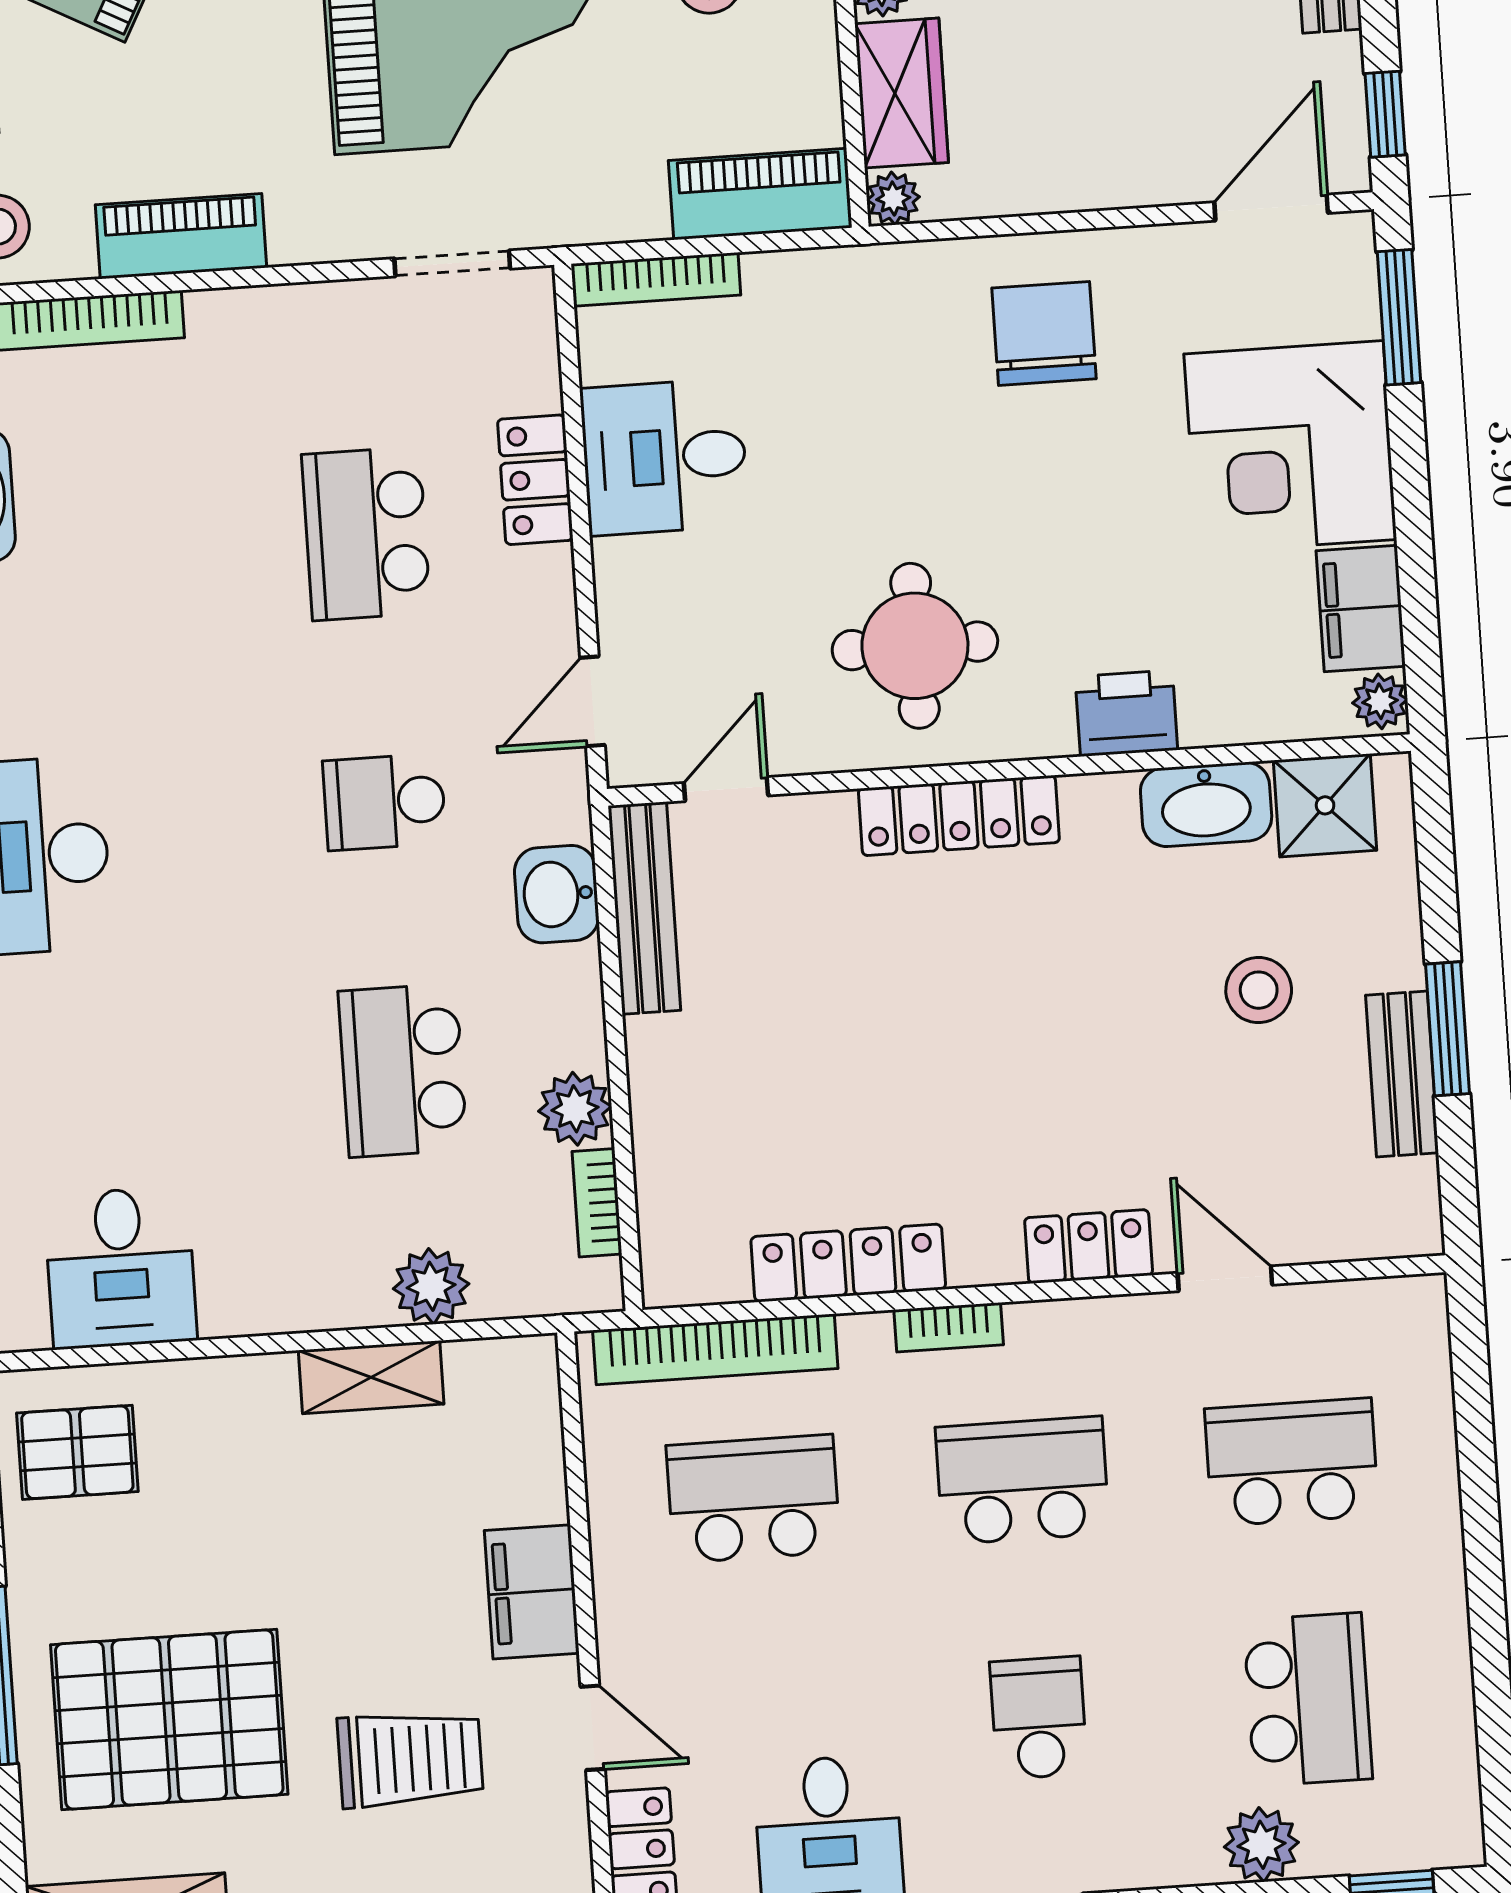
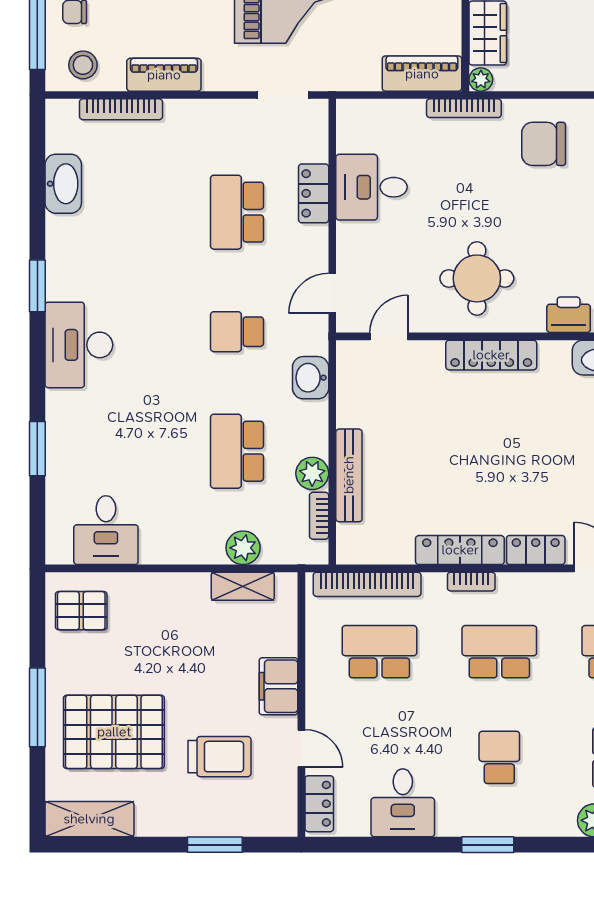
bookcase: (656, 279) -> (464, 108), moved
chair: (1044, 333) -> (544, 144), turned -90
bench: (644, 908) -> (349, 475), moved
locker: (848, 1263) -> (460, 550), moved
shelving: (371, 1377) -> (243, 586), moved

